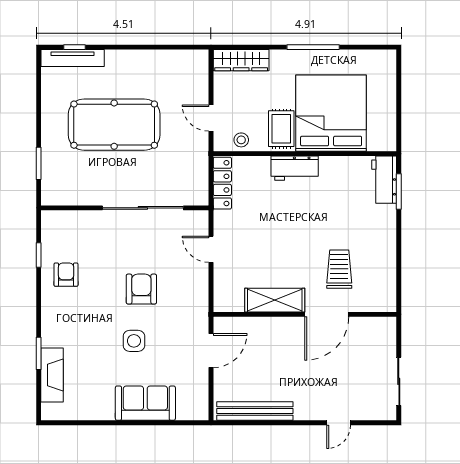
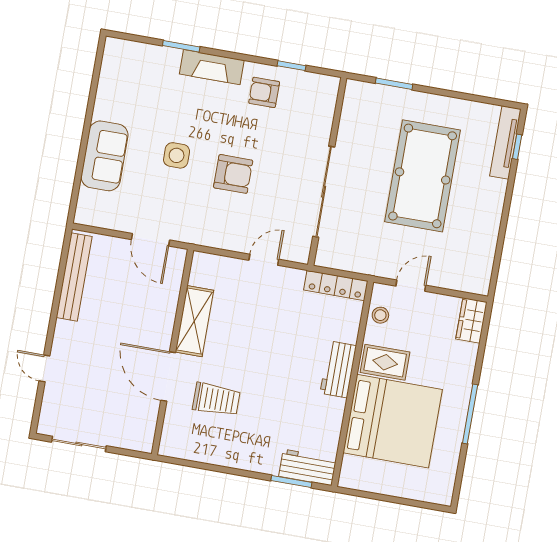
wardrobe: (241, 60) -> (471, 320), width x0.67
armchair: (66, 275) -> (264, 92), turned 180
fireplace: (52, 375) -> (212, 67), moved

